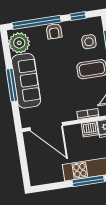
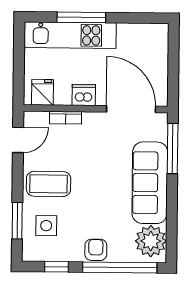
window: (12, 85) -> (173, 148), moved
dishwasher: (90, 129) -> (84, 95), moved

